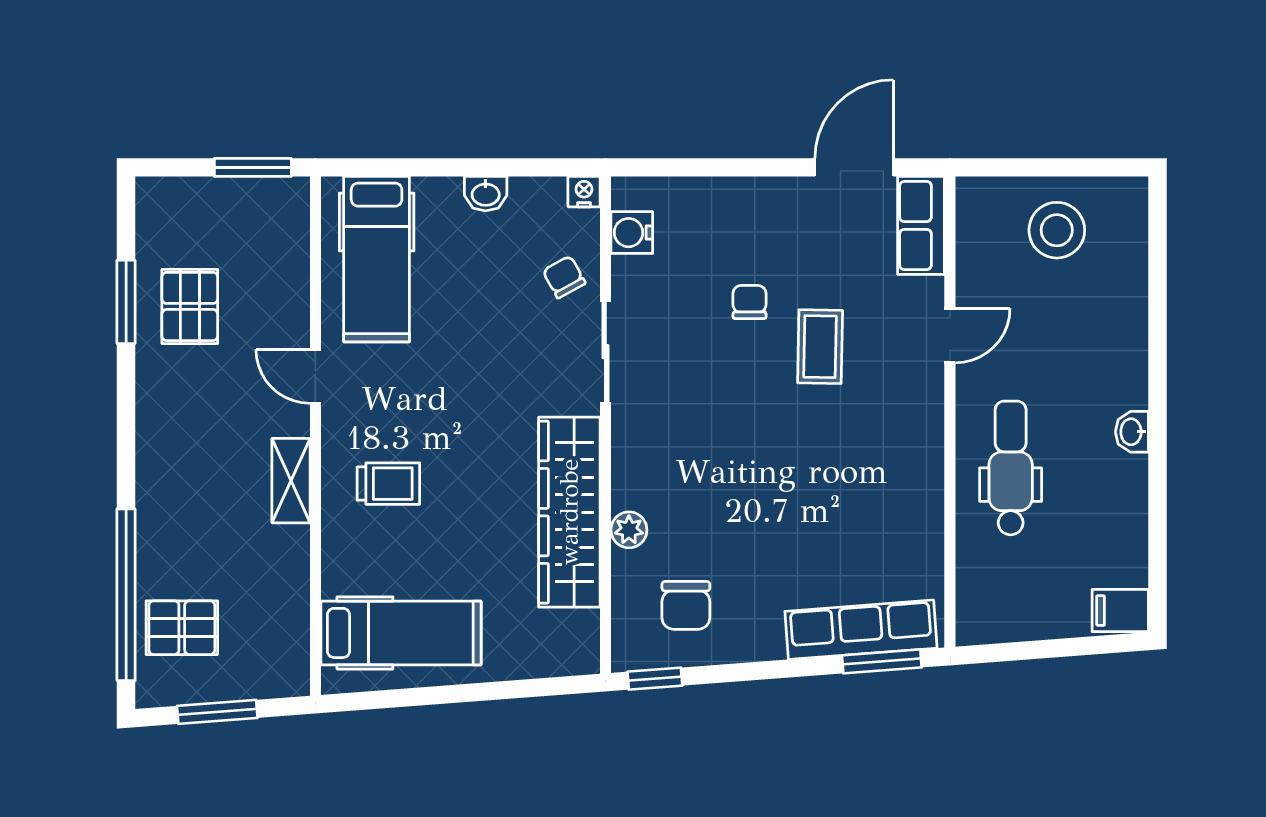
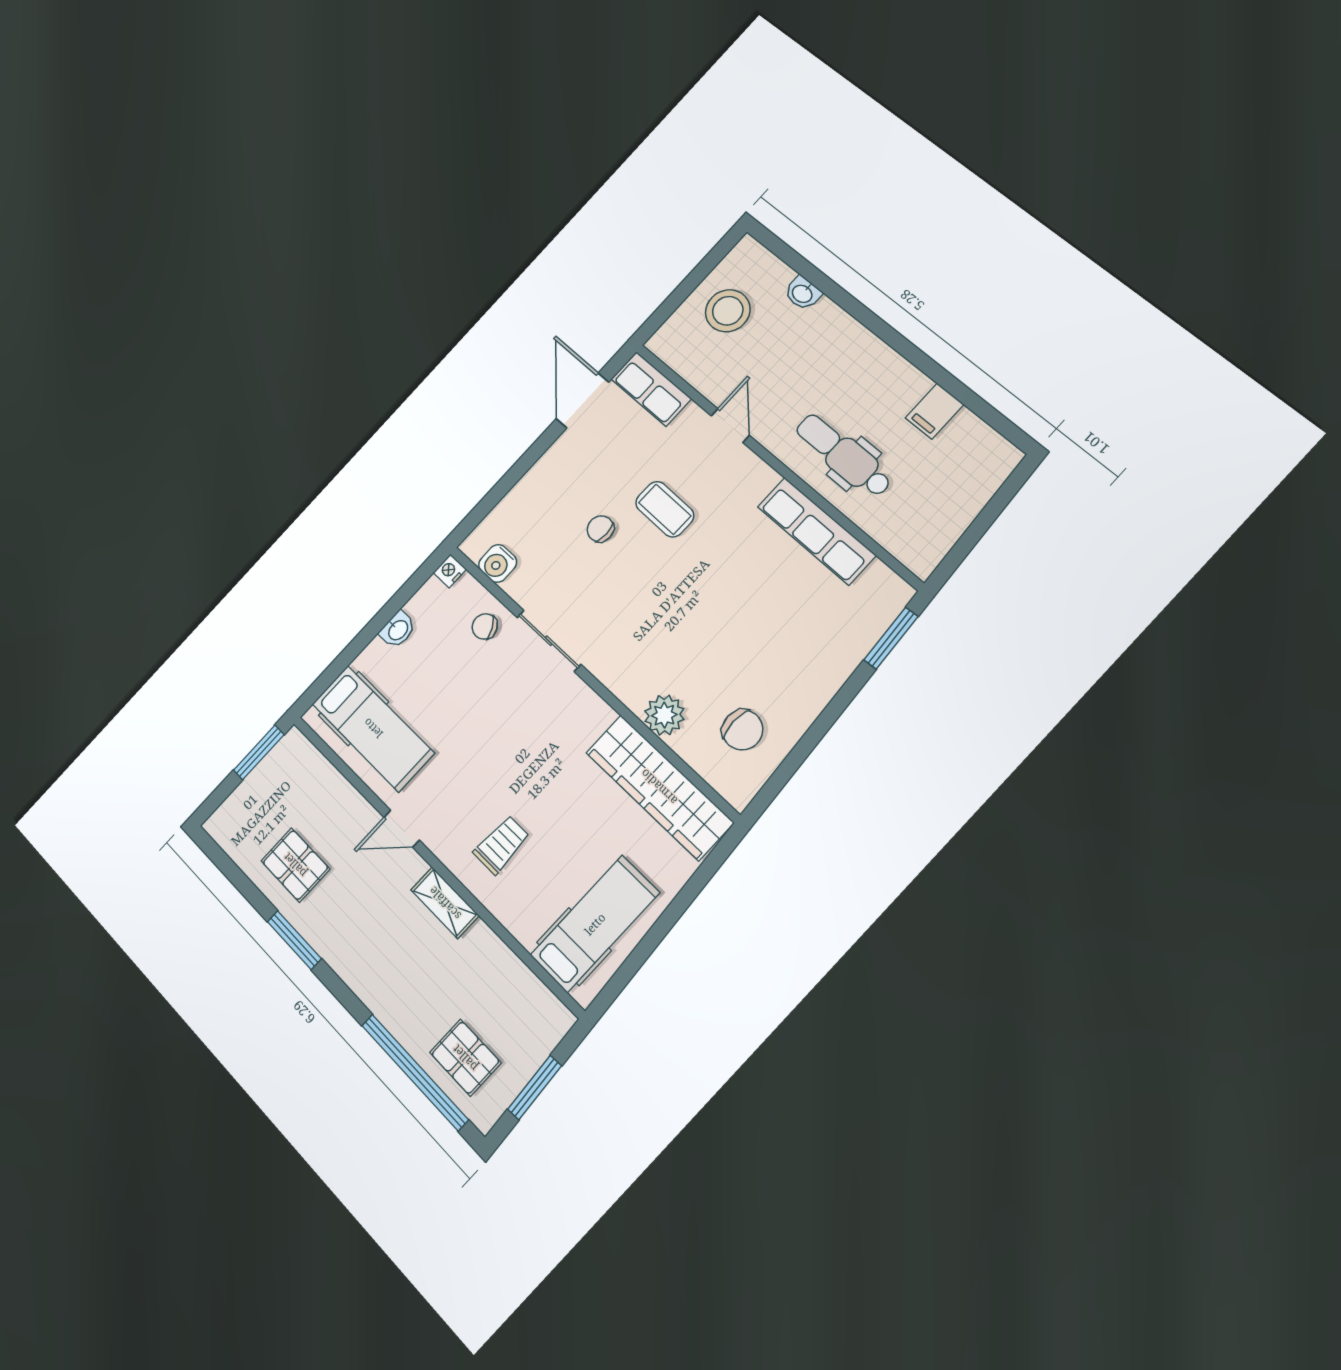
window: (126, 302) -> (294, 940), moved
washbasin: (1132, 432) -> (803, 293), moved
wardrobe: (569, 512) -> (659, 787), moved
plant: (629, 530) -> (664, 715), width x1.38, depth x1.38
filing cabinet: (1120, 611) -> (935, 411), moved
pallet: (182, 628) -> (465, 1058), turned 90
row of seats: (861, 630) -> (816, 531), moved, turned -86
window: (655, 679) -> (770, 791), removed

